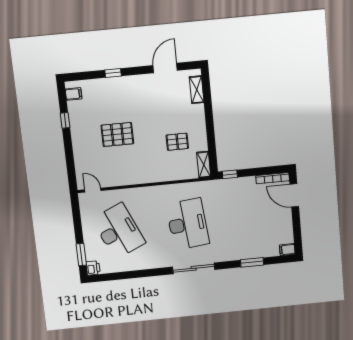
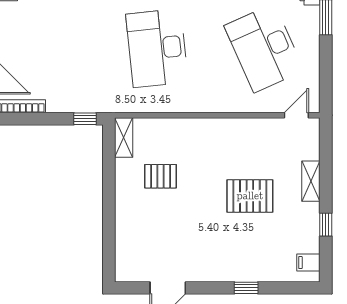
shelving: (197, 90) -> (311, 181), moved
door: (93, 190) -> (296, 115), swing flipped

